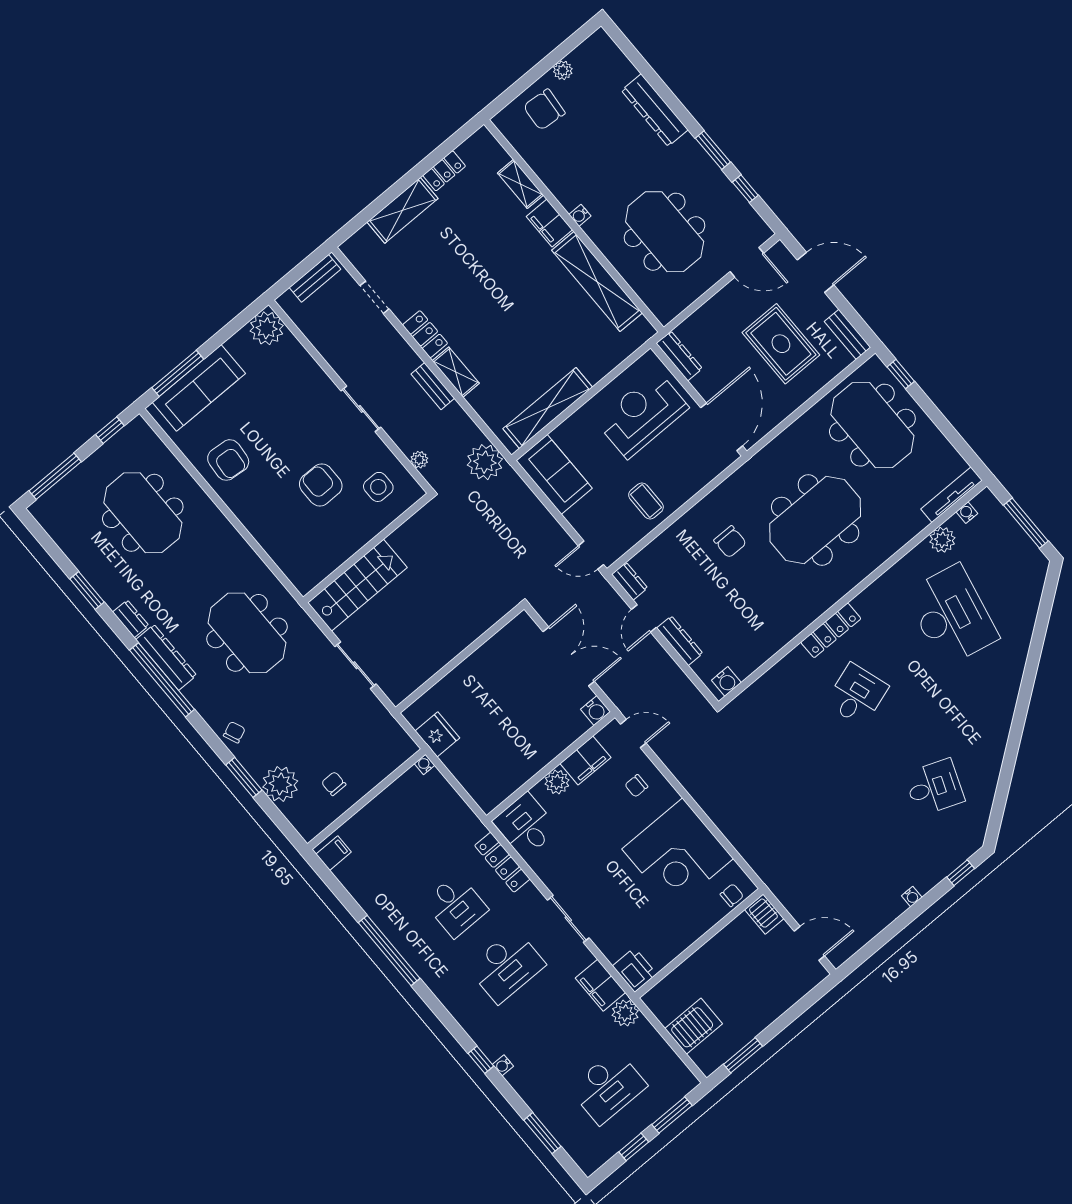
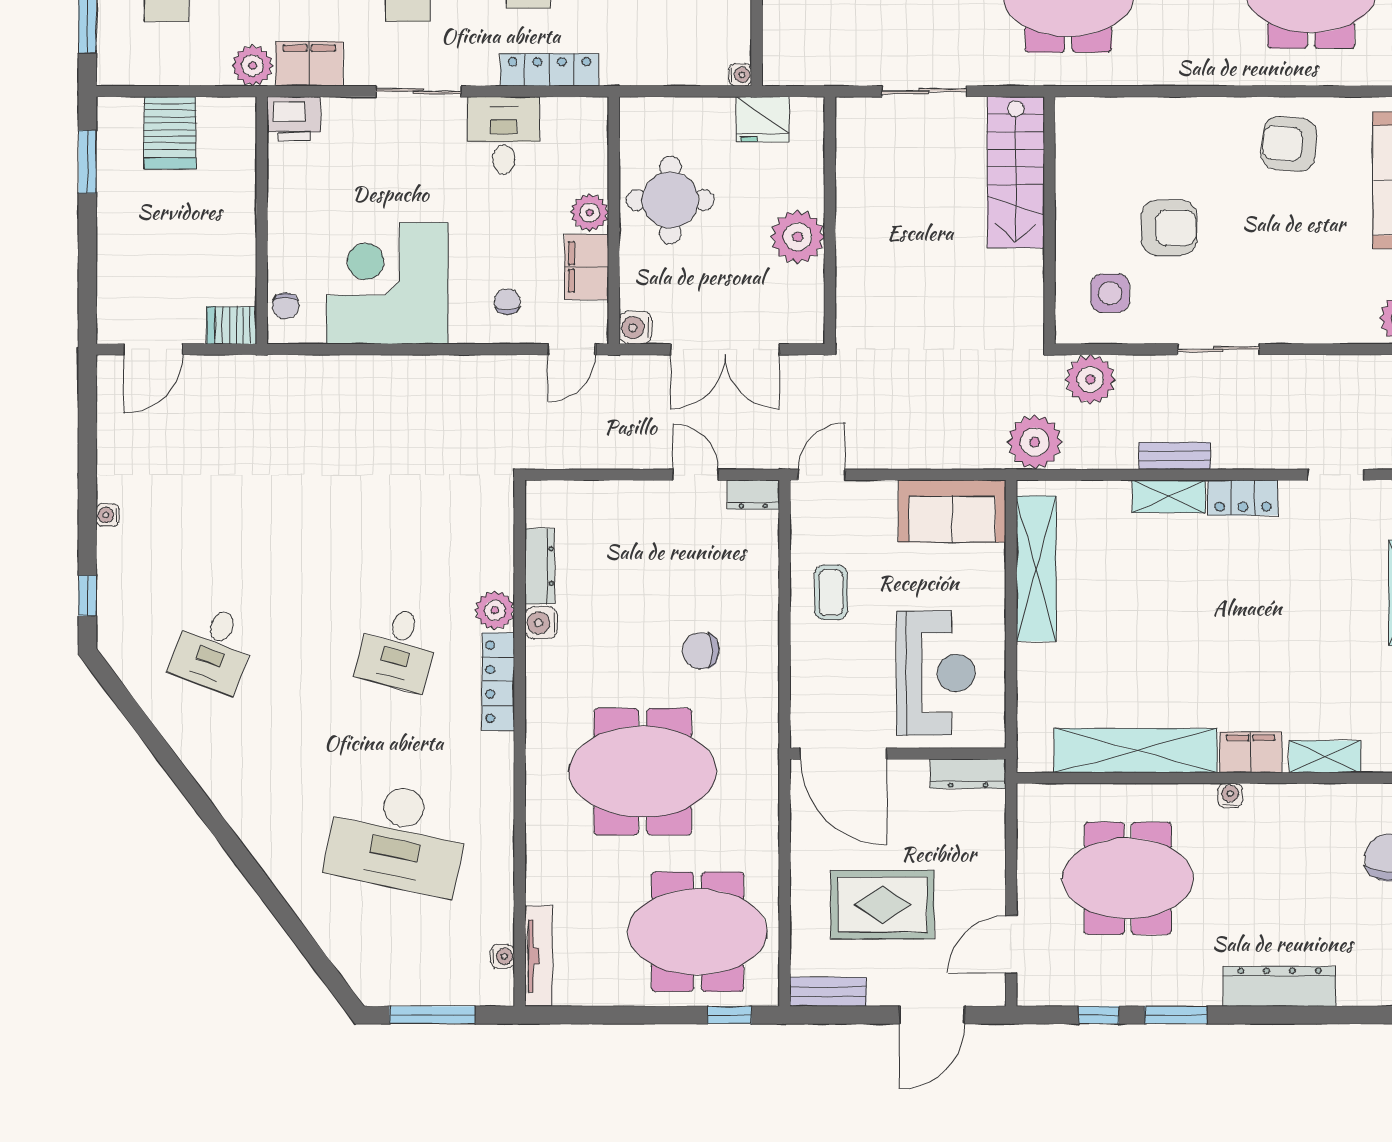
plant: (419, 460) -> (1090, 379), width x1.87, depth x1.87
coffee table: (646, 501) -> (831, 592), turned 90
meeting table: (815, 520) -> (643, 772), turned 90
plant: (942, 540) -> (495, 610), moved
dresser: (680, 641) -> (540, 566), moved, turned -90
plant: (482, 667) -> (798, 237), added
water cooler: (726, 681) -> (541, 623), moved
desk: (857, 695) -> (397, 649), turned 33
round table: (517, 747) -> (670, 200), added
desk: (526, 825) -> (504, 135), moved, turned -90

